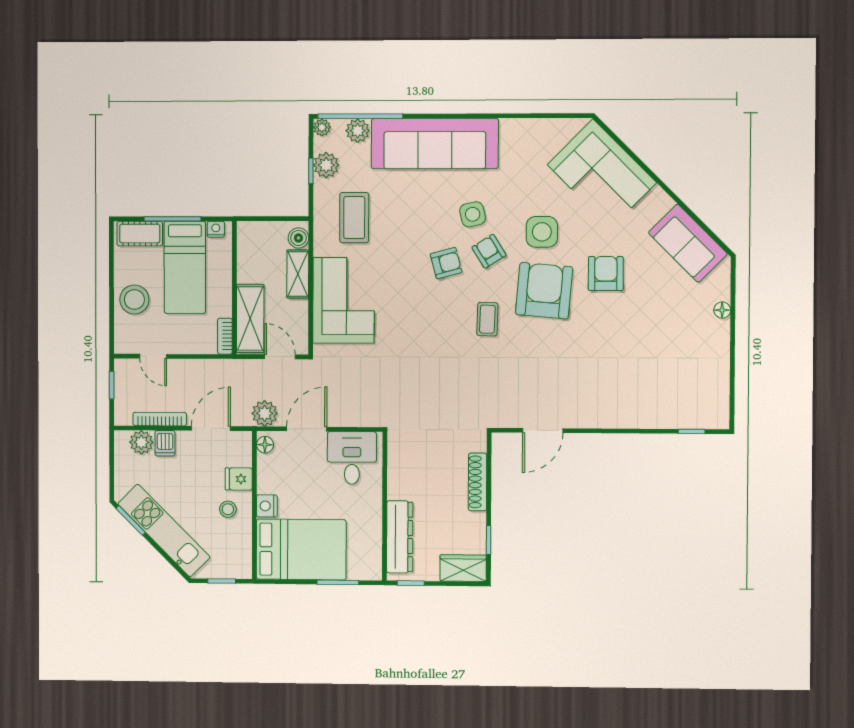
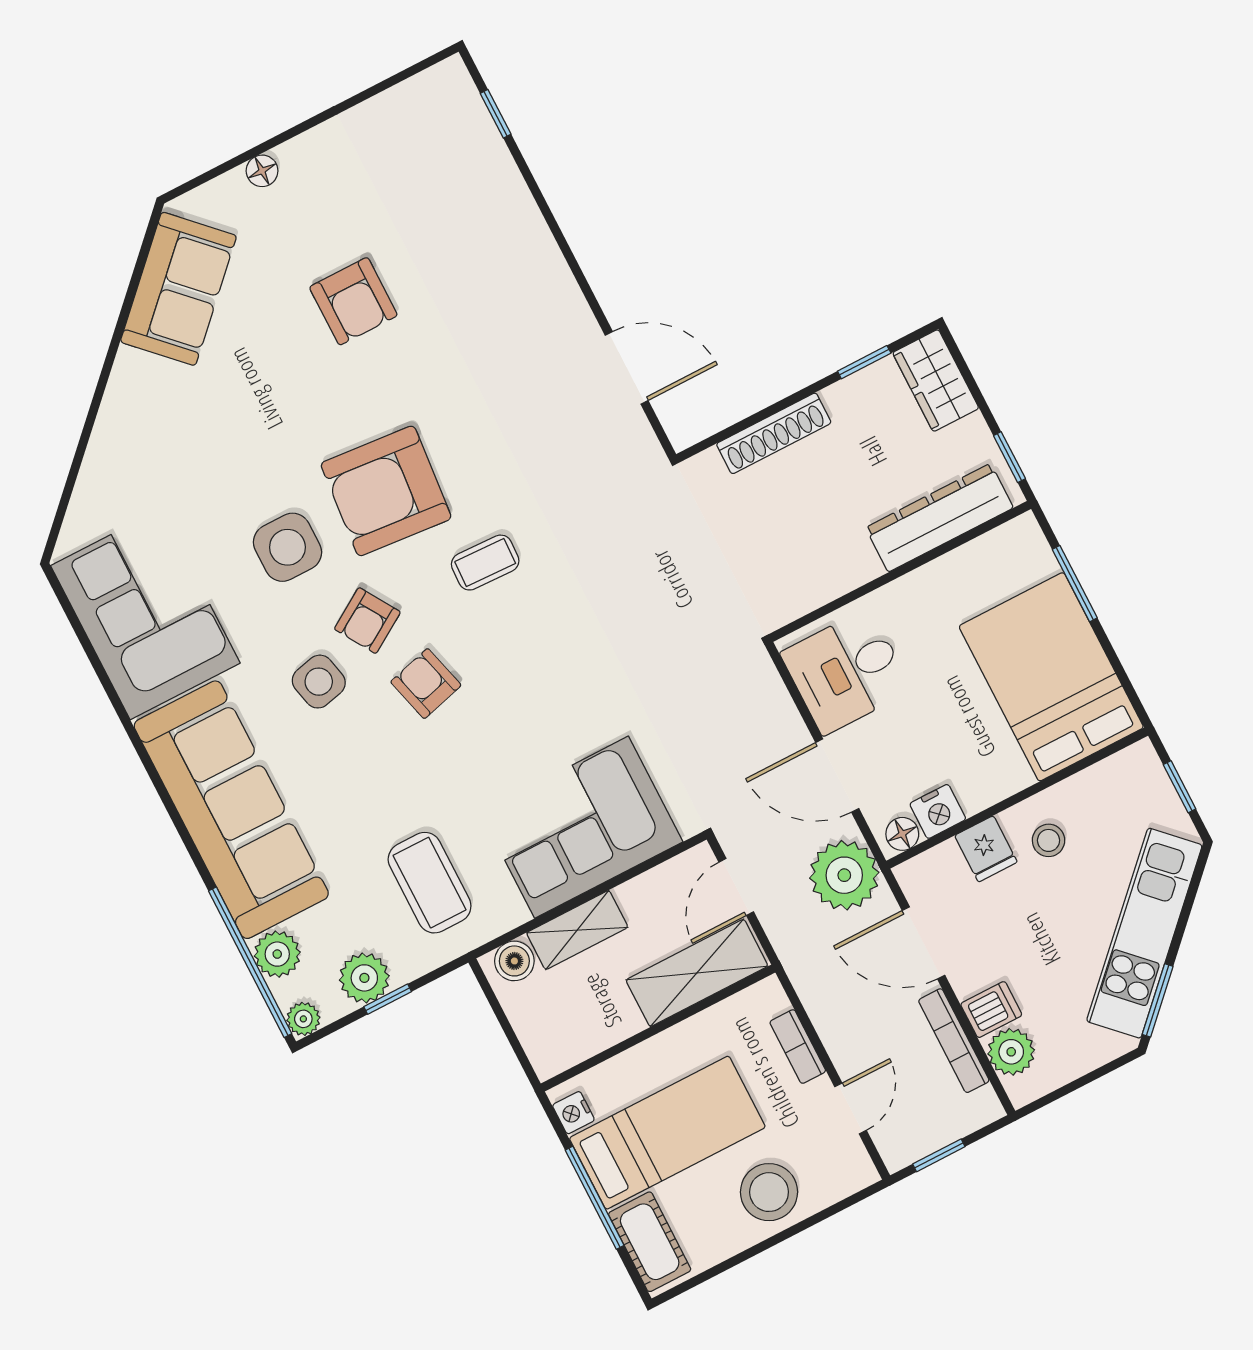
corner sofa: (602, 174) -> (145, 614), moved, turned -45
coffee table: (354, 218) -> (430, 883), turned 90
armchair: (606, 273) -> (353, 301), moved, turned -90
bookcase: (225, 336) -> (798, 1047), moved, turned 90
plant: (265, 413) -> (844, 875), width x1.36, depth x1.36
nightstand: (267, 506) -> (938, 811), moved

